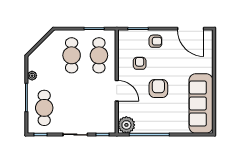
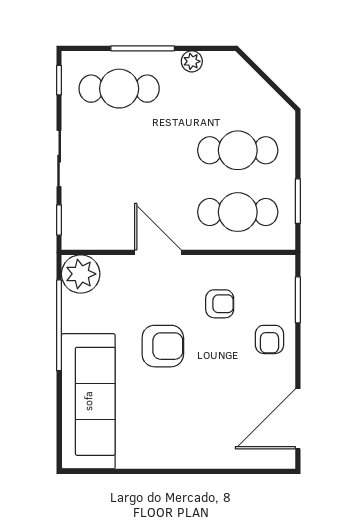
door: (117, 91) -> (158, 252), swing flipped
sofa: (201, 103) -> (88, 401), moved, turned 90

